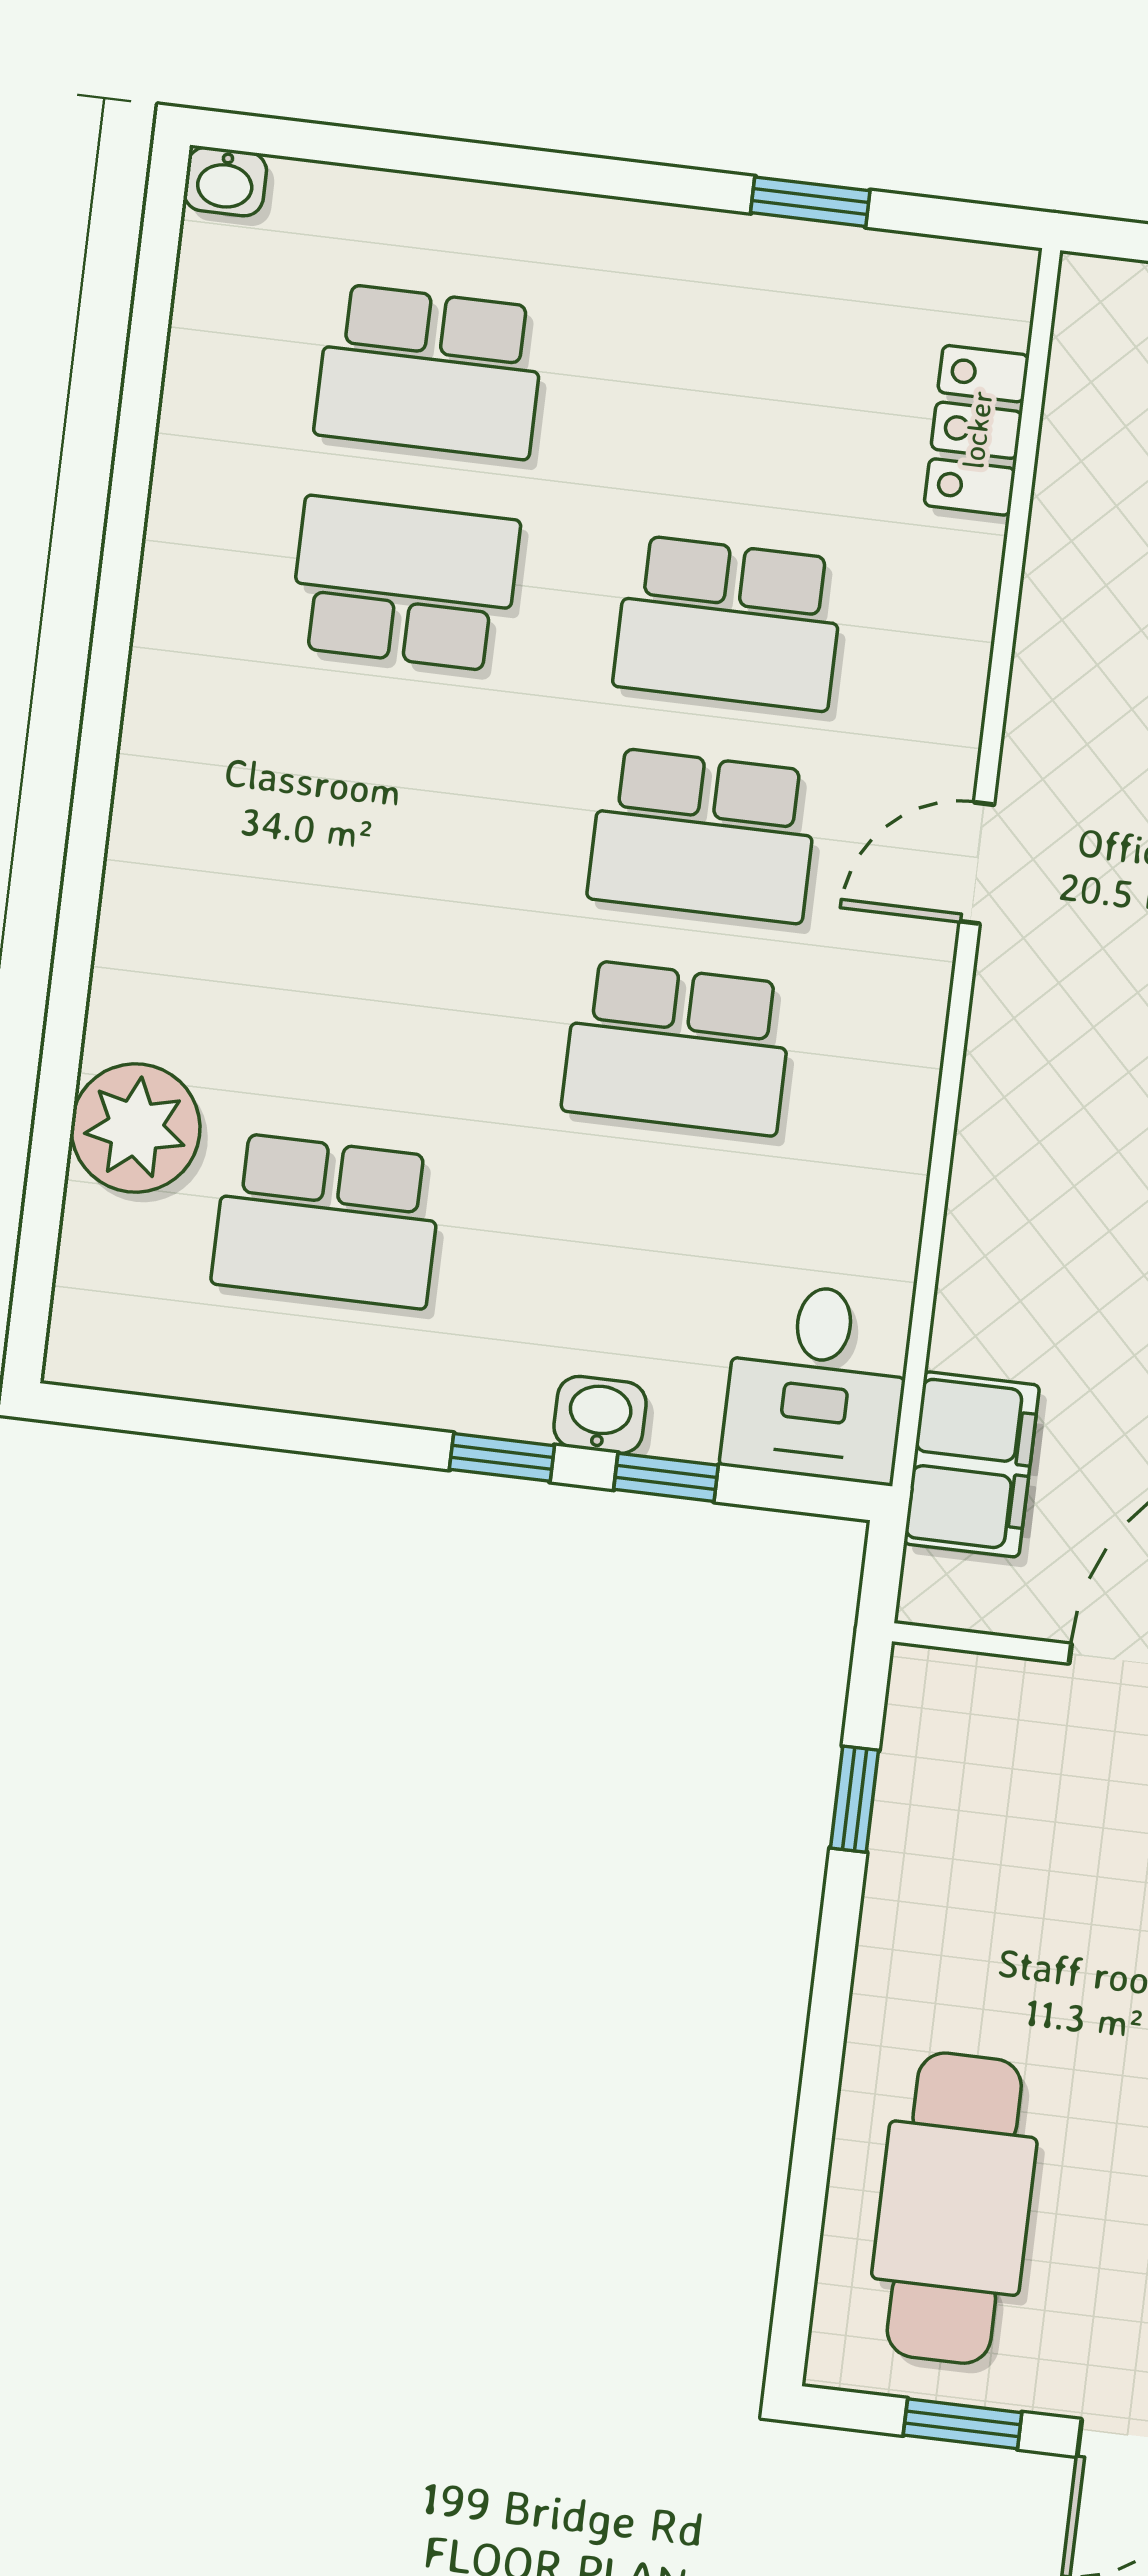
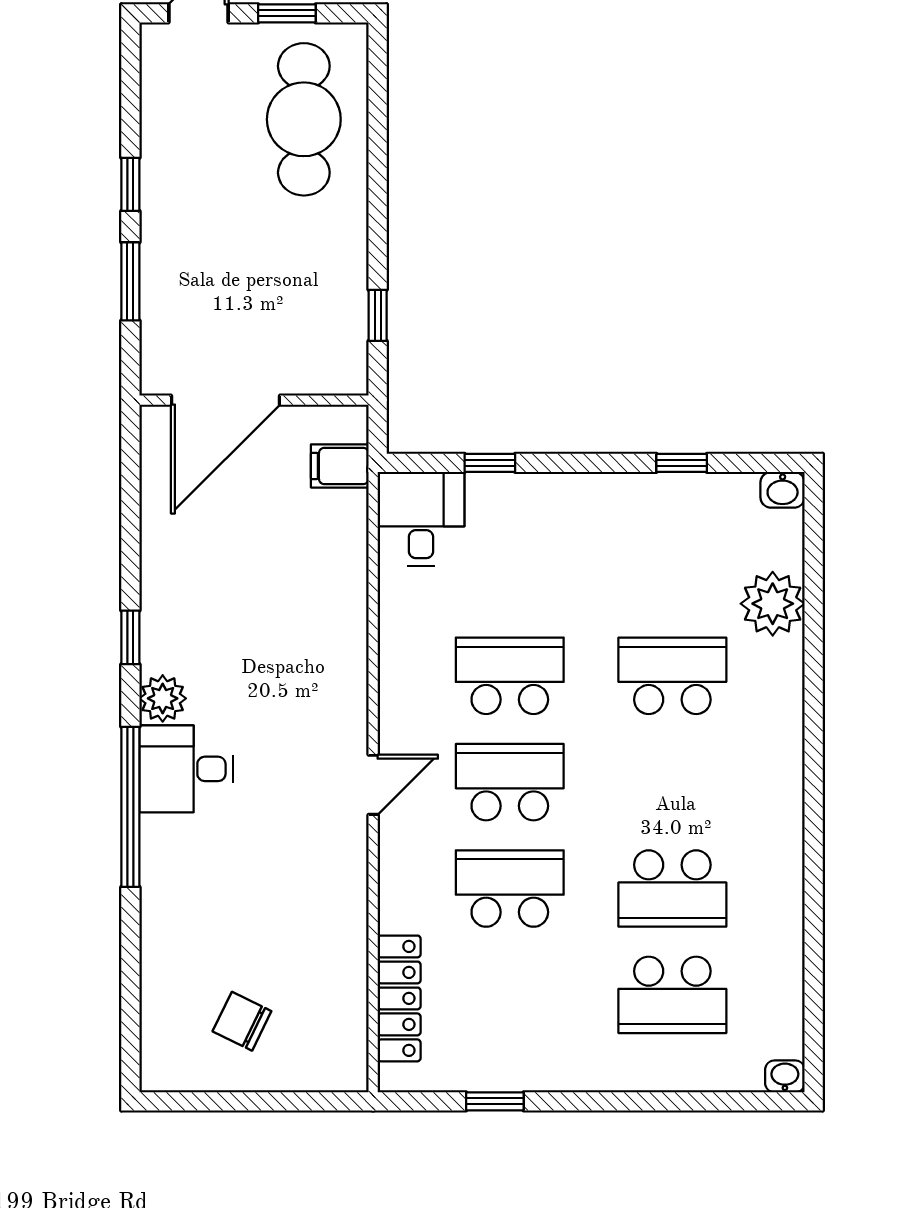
school desk: (430, 371) -> (672, 995), turned 180
locker: (977, 430) -> (399, 998), width x1.53
school desk: (327, 1221) -> (672, 676), moved
washbasin: (600, 1415) -> (783, 490), moved
window: (502, 1457) -> (682, 463), moved
filing cabinet: (972, 1464) -> (340, 466), width x0.50

